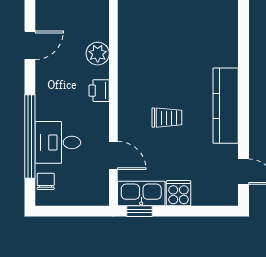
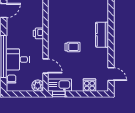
plant: (98, 54) -> (38, 86), moved
kitchen counter: (226, 106) -> (102, 35), width x0.67
cooker: (179, 193) -> (89, 85), moved

